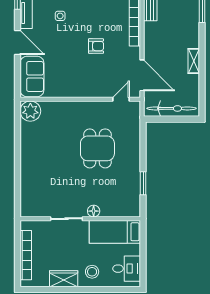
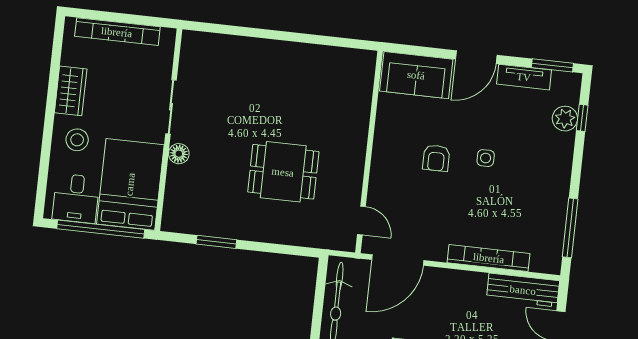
side table: (60, 16) -> (486, 158), moved
armchair: (96, 46) -> (436, 158), moved
plant: (30, 111) -> (358, 66), removed
bed: (115, 232) -> (130, 184), width x1.50
window: (143, 252) -> (101, 229), added

